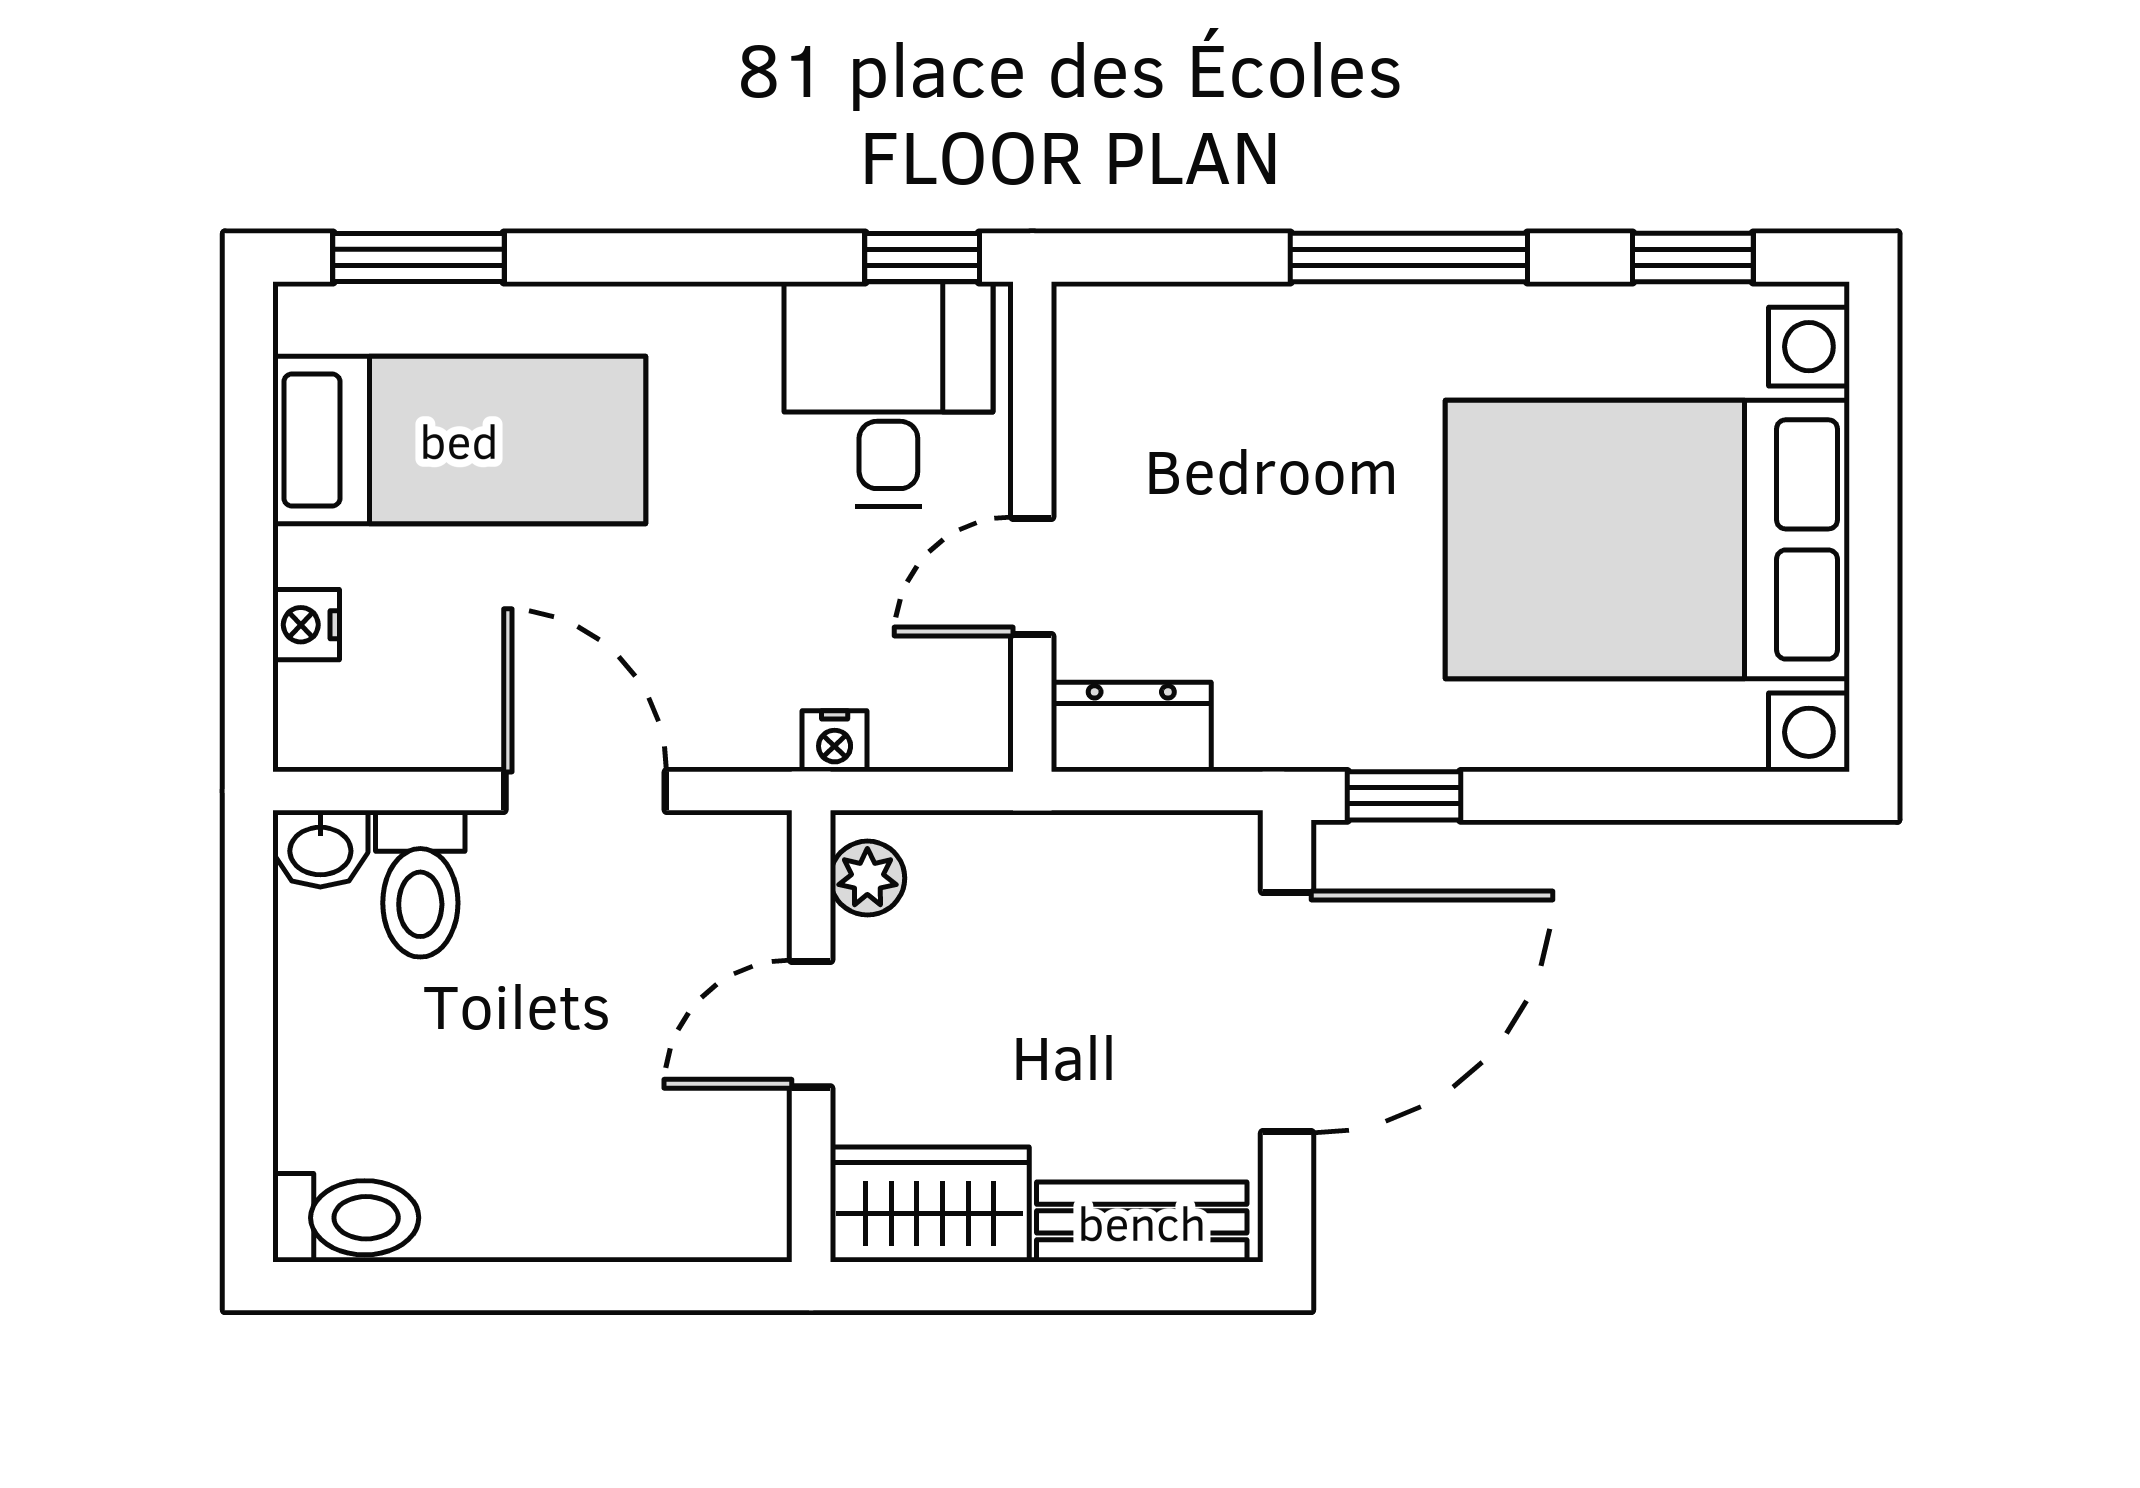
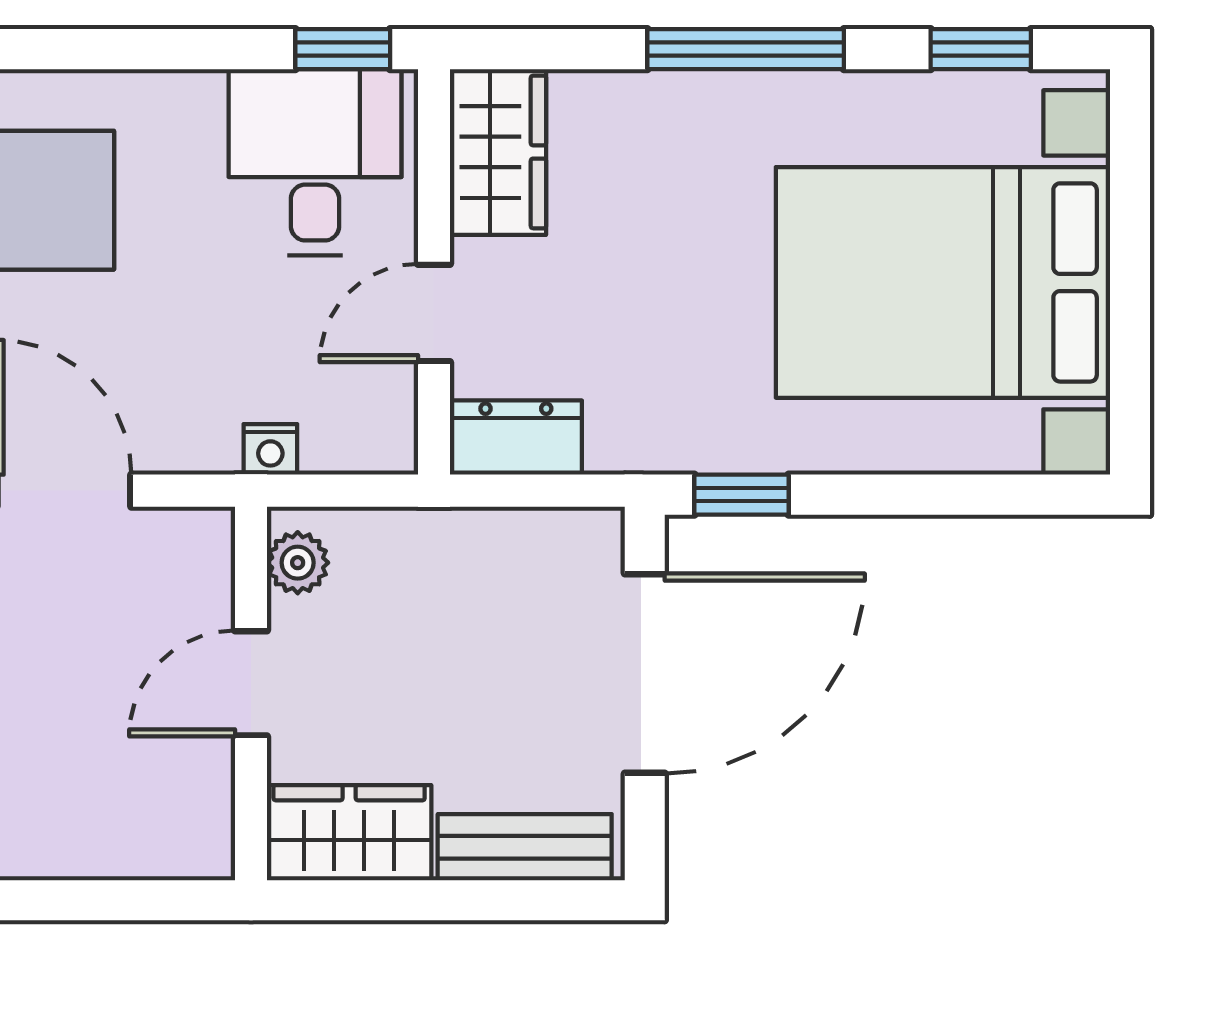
wardrobe: (1110, 382) -> (498, 152), added

